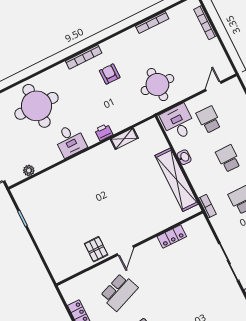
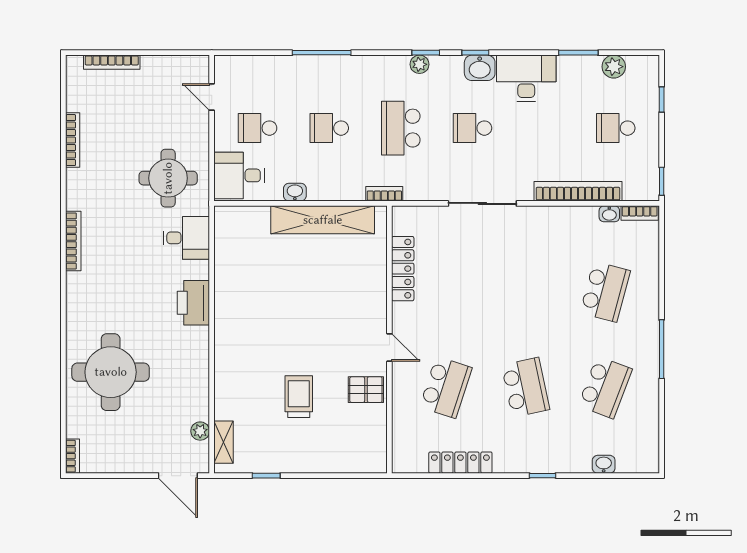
bookcase: (84, 57) -> (73, 241), moved
armchair: (110, 74) -> (117, 241), removed
printer: (104, 132) -> (193, 303), width x1.87, depth x1.48
shelving: (124, 139) -> (224, 442), moved
desk: (70, 141) -> (186, 238), moved
trolley: (74, 215) -> (299, 397), added
locker: (172, 236) -> (403, 269), width x1.53
school desk: (119, 292) -> (446, 387), turned 39

